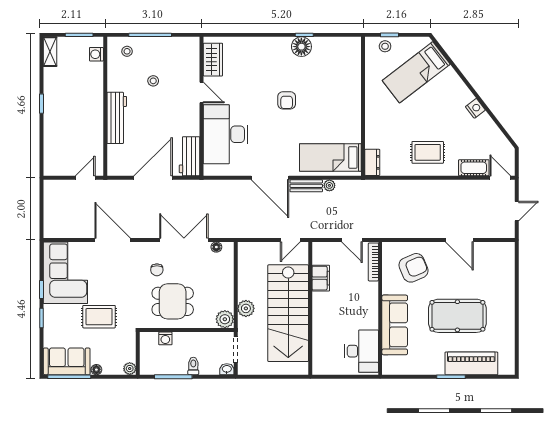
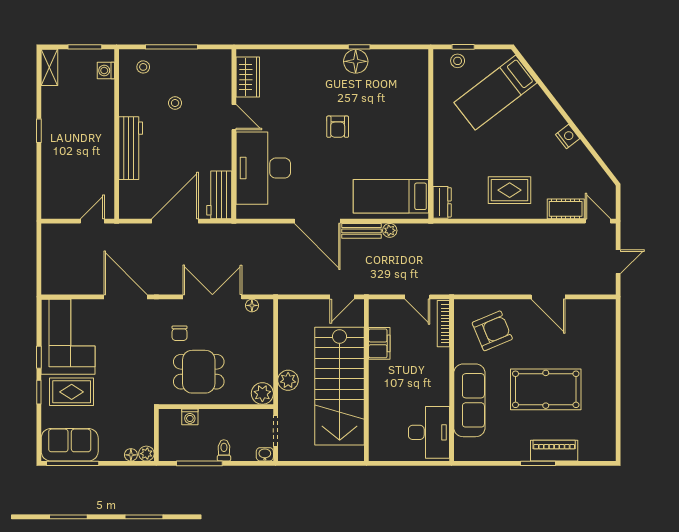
rug: (99, 317) -> (72, 392), moved
piano: (471, 363) -> (554, 451), width x0.73, depth x0.75
floor lamp: (96, 370) -> (131, 455), moved

